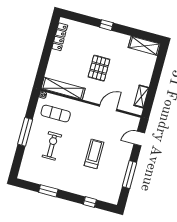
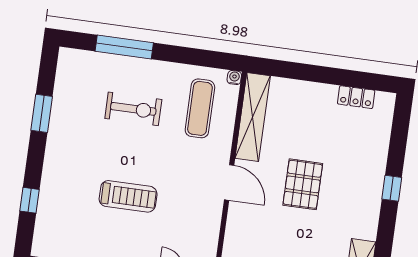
locker: (60, 37) -> (356, 97), width x0.66
pallet: (99, 68) -> (303, 184), turned 90
door: (108, 108) -> (229, 182), moved
window: (25, 132) -> (124, 47), moved

